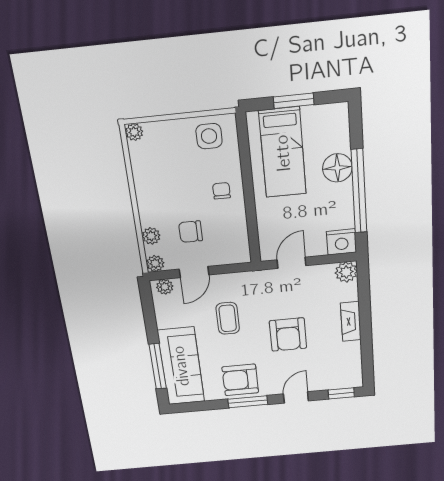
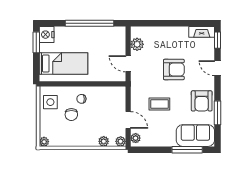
window: (294, 101) -> (36, 42), moved
floor lamp: (337, 168) -> (75, 34), removed
chair: (191, 232) -> (71, 115), moved
nightstand: (342, 242) -> (47, 35), moved, turned 180
plant: (346, 272) -> (137, 44), moved
fireplace: (351, 321) -> (202, 32), moved
sofa: (181, 366) -> (195, 136), width x0.73
window: (248, 402) -> (218, 113), moved

